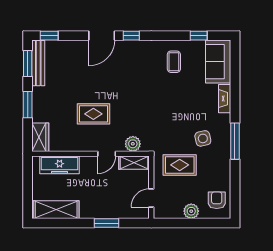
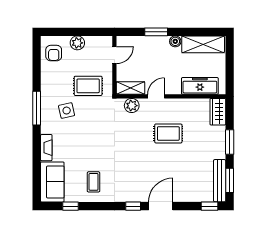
boiler: (86, 213) -> (175, 41), added

